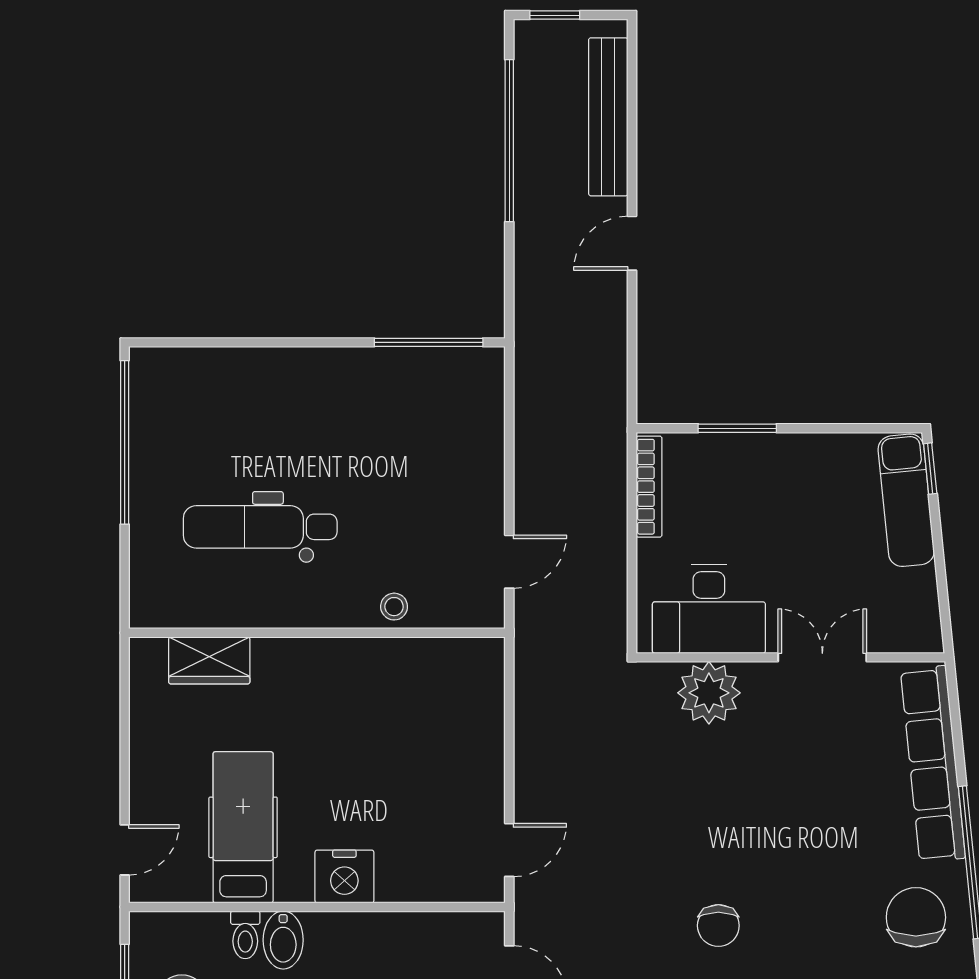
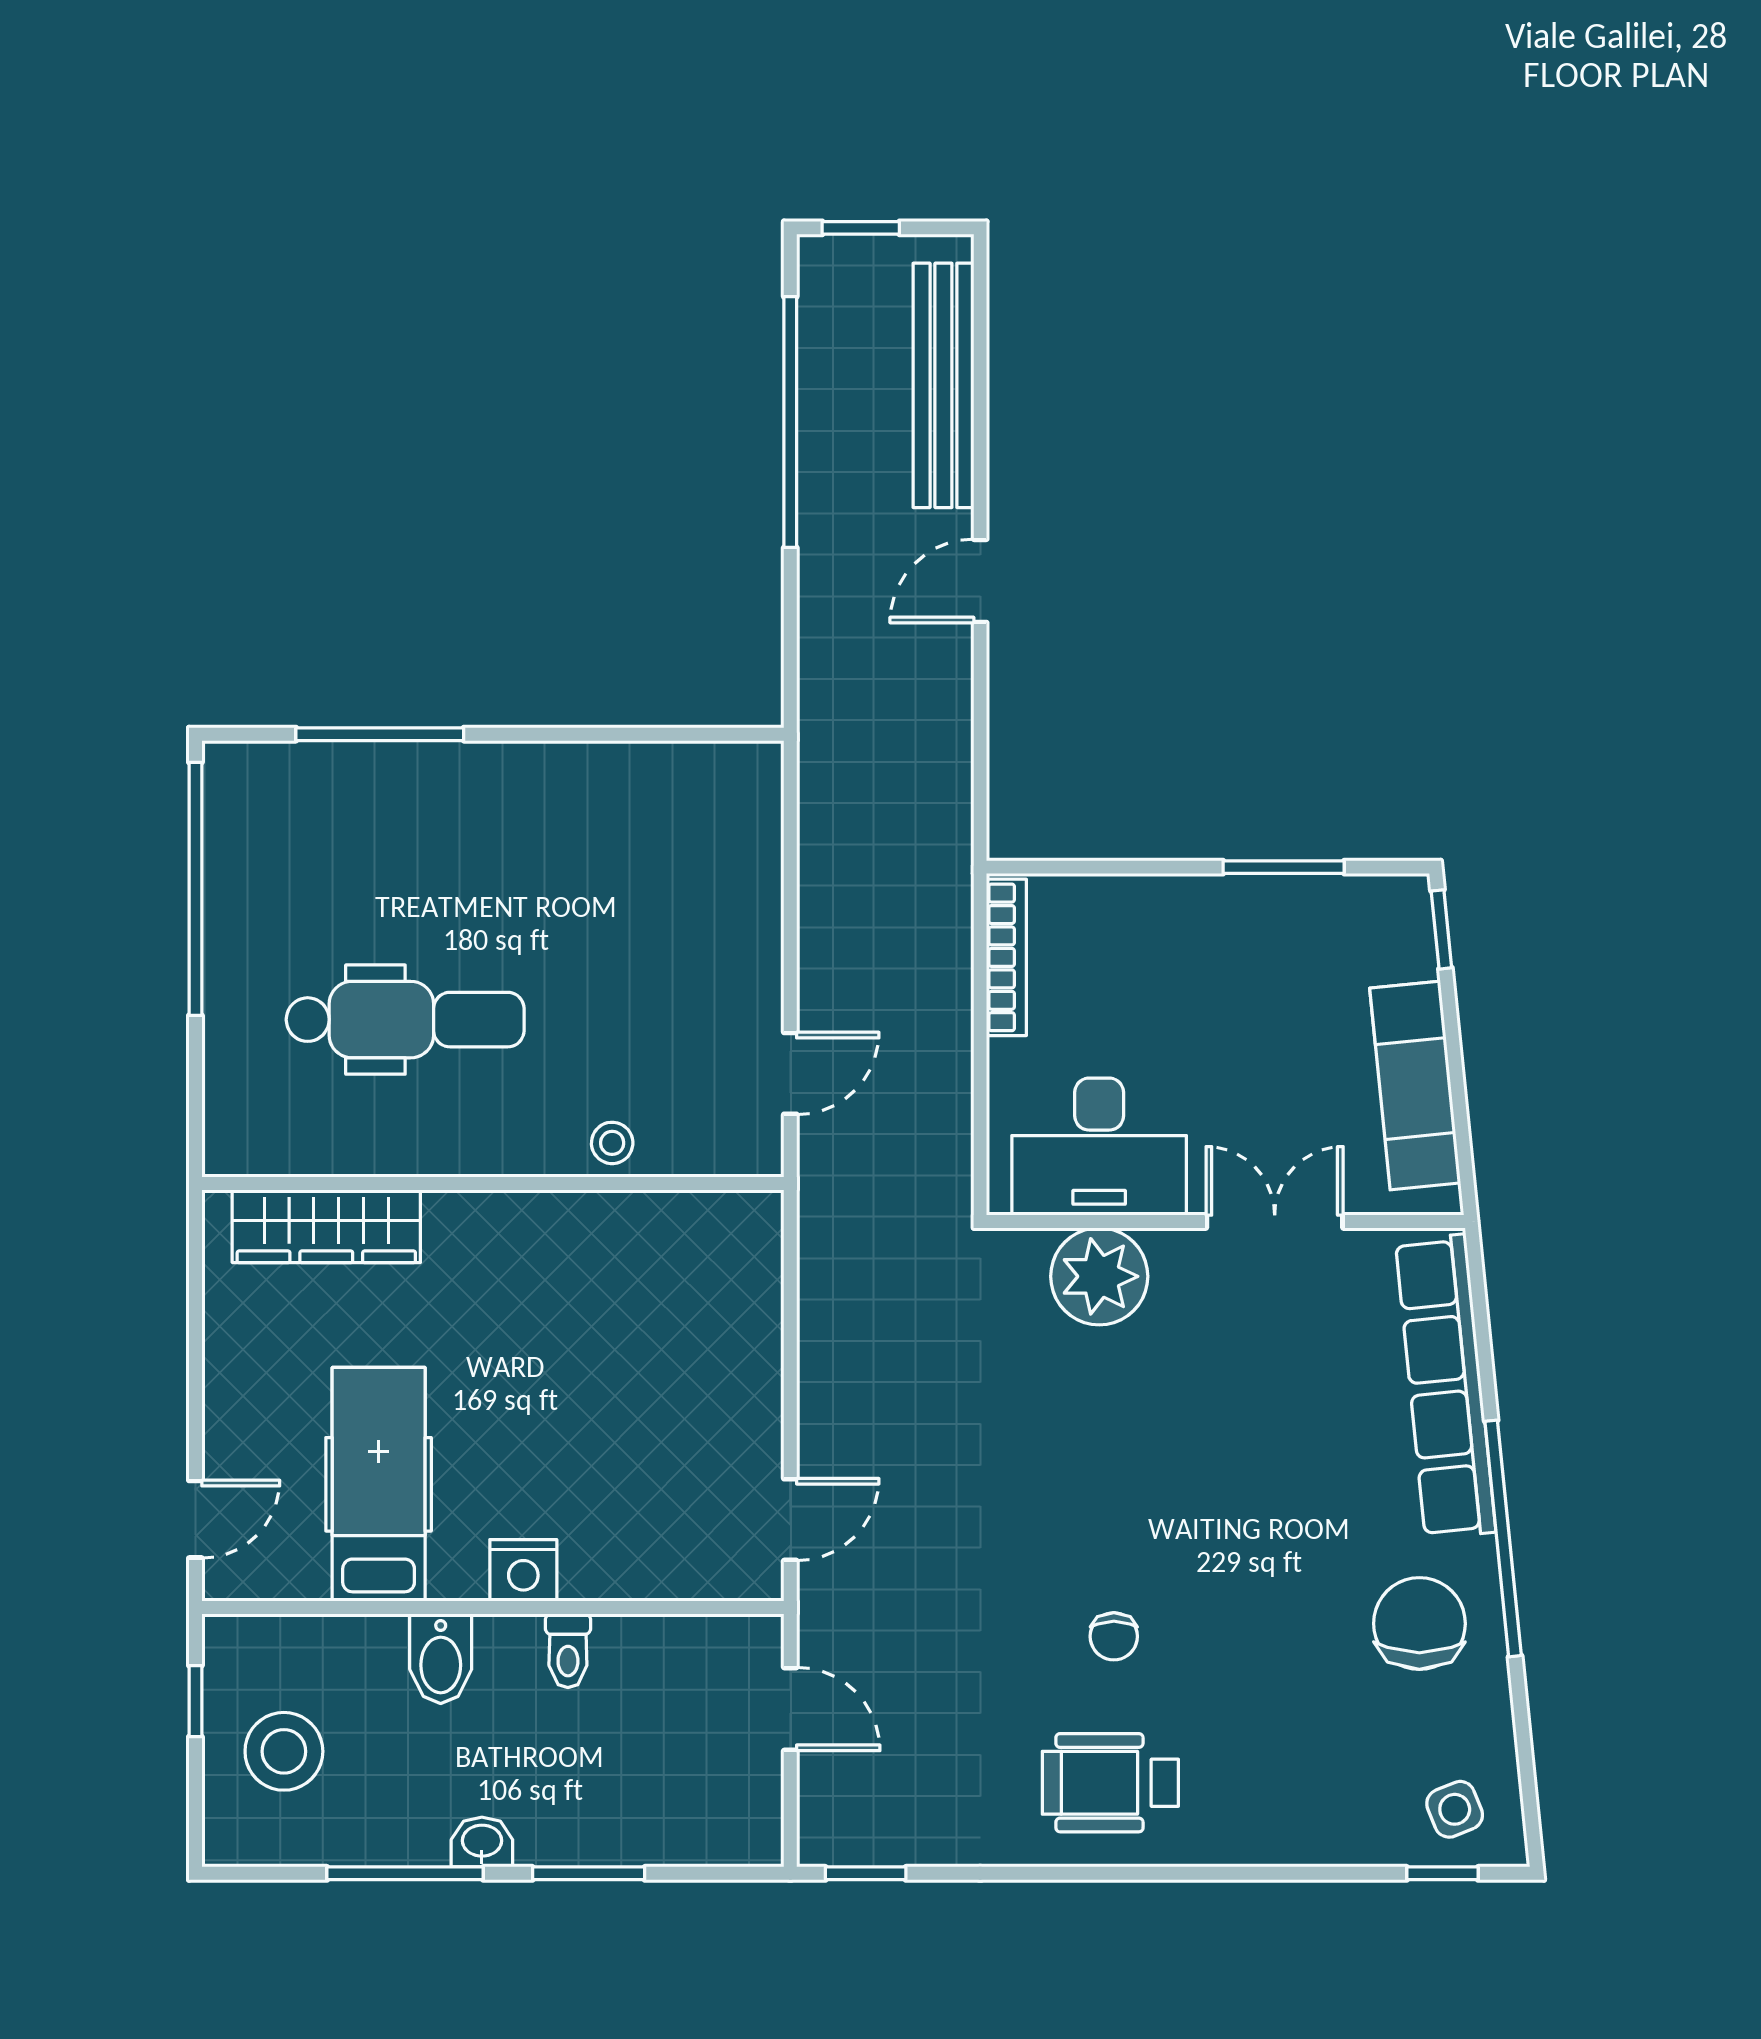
window: (429, 342) -> (380, 734), moved
window: (737, 428) -> (1284, 867), moved
exam couch: (906, 500) -> (1415, 1086), moved
dental chair: (260, 527) -> (405, 1020), turned 180
wardrobe: (209, 660) -> (326, 1226), width x1.50
nightstand: (344, 876) -> (523, 1570), width x0.74, depth x0.75
chair: (718, 926) -> (1114, 1636), width x0.73, depth x0.73
toilet: (245, 935) -> (568, 1651), moved

